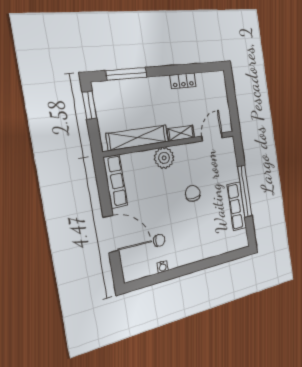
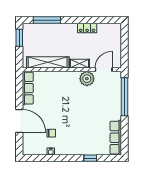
plant: (164, 158) -> (87, 79), moved
window: (245, 191) -> (125, 97), moved
chair: (193, 193) -> (82, 107), removed
row of seats: (237, 206) -> (116, 138), moved
window: (214, 261) -> (90, 158), added

